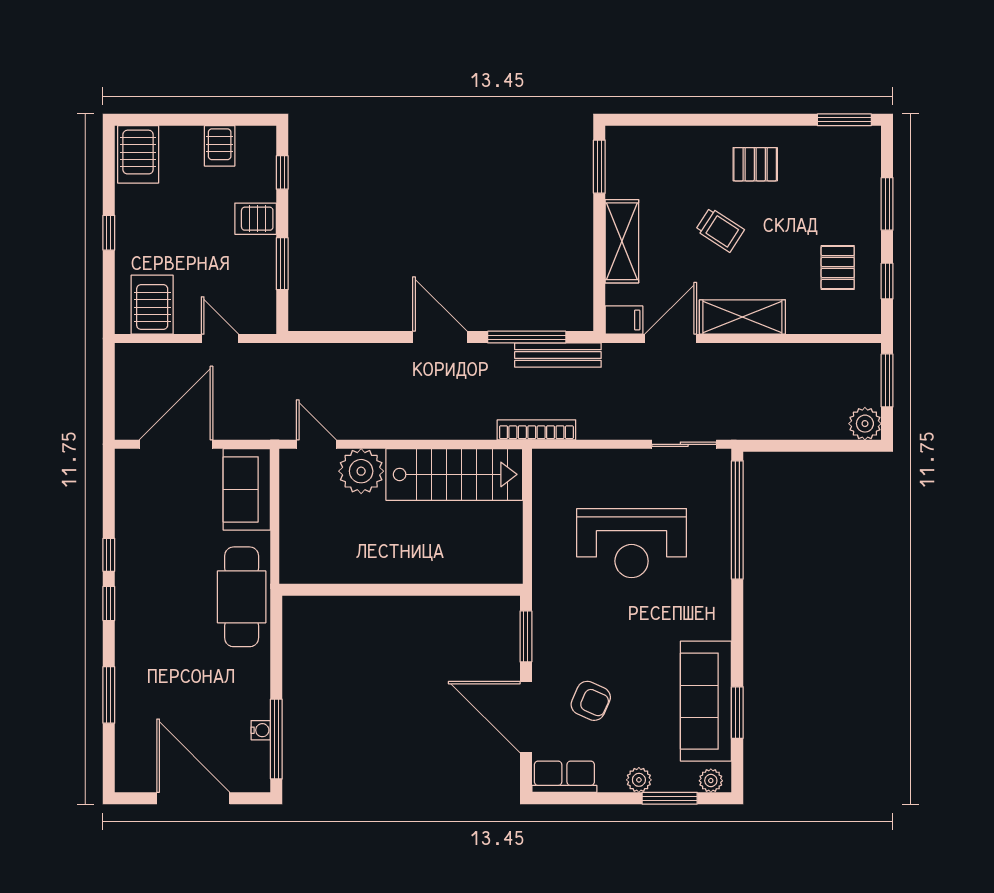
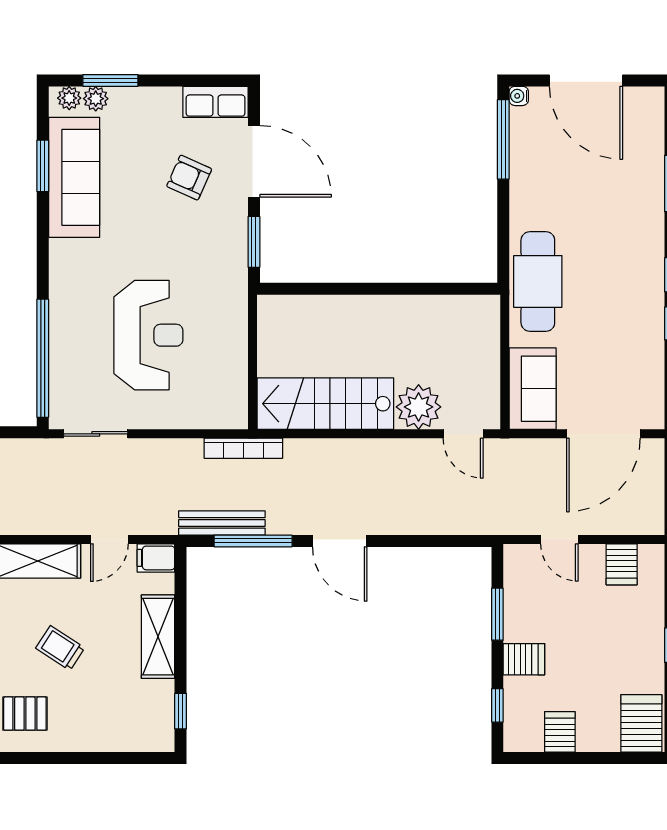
window: (599, 167) -> (181, 711), width x0.67
server rack: (152, 305) -> (622, 564), width x0.73, depth x0.70
door: (671, 339) -> (109, 539), width x0.73
reception desk: (632, 543) -> (148, 335), turned 90
water cooler: (261, 730) -> (519, 96), moved
plant: (639, 780) -> (96, 99), moved

